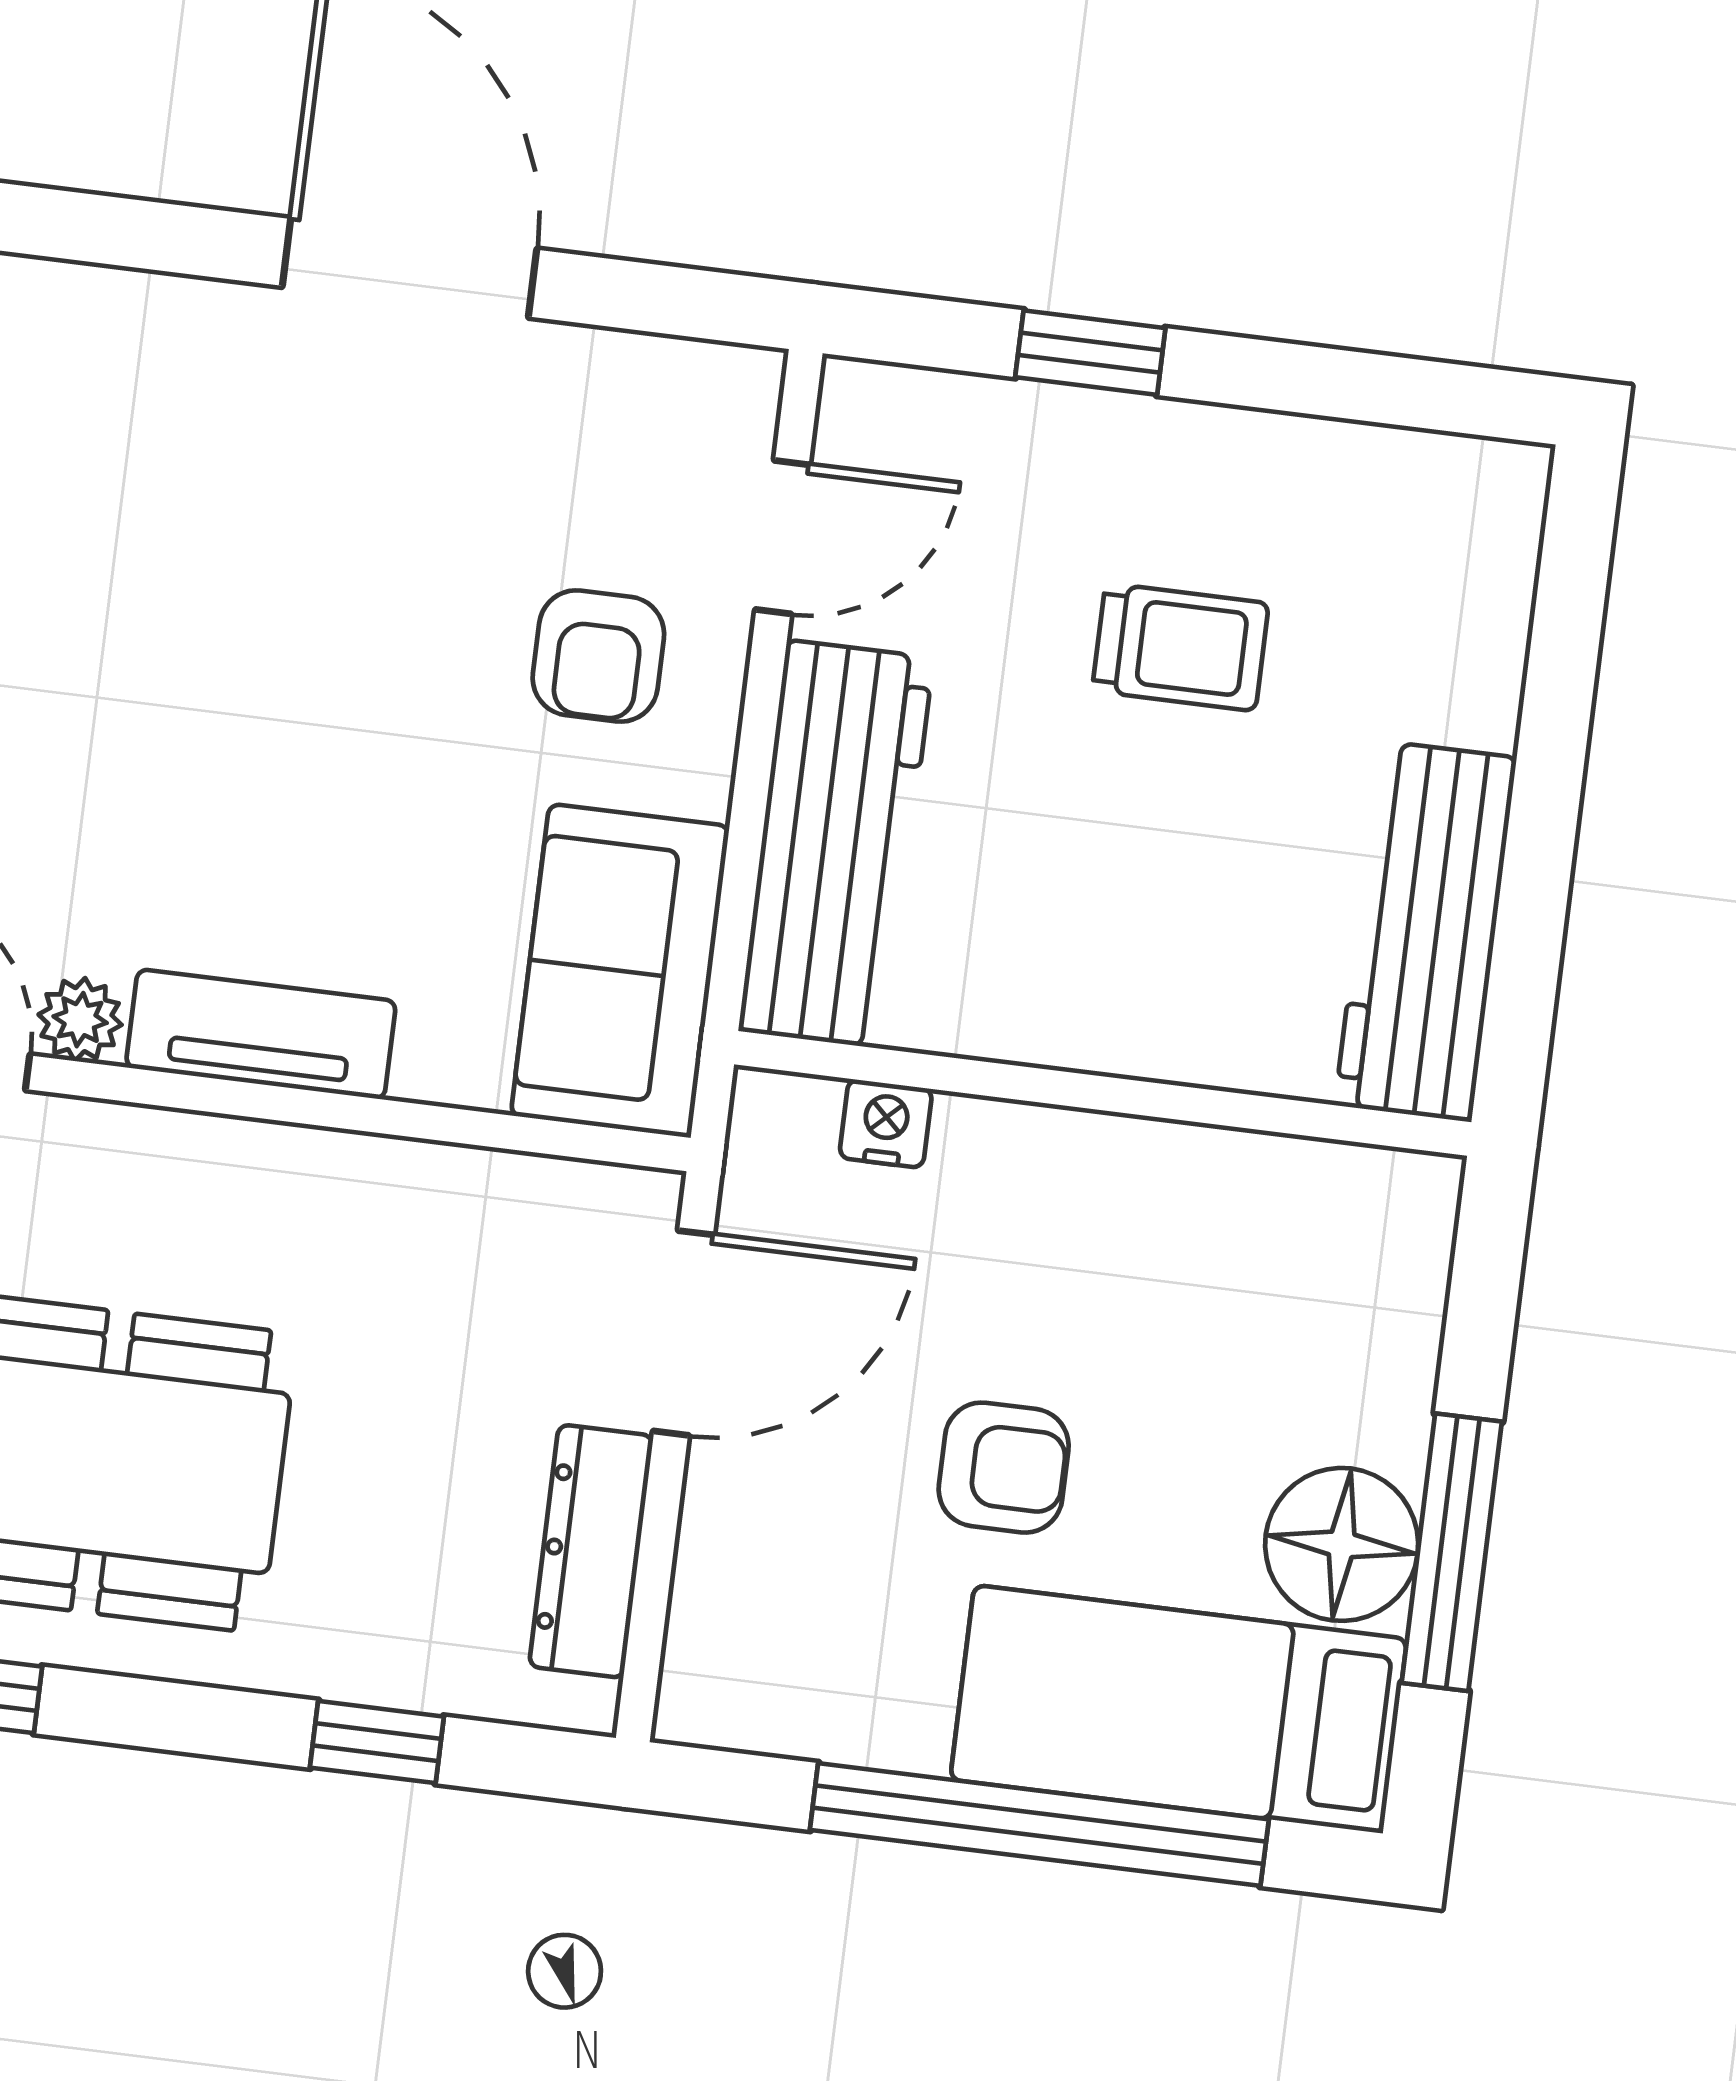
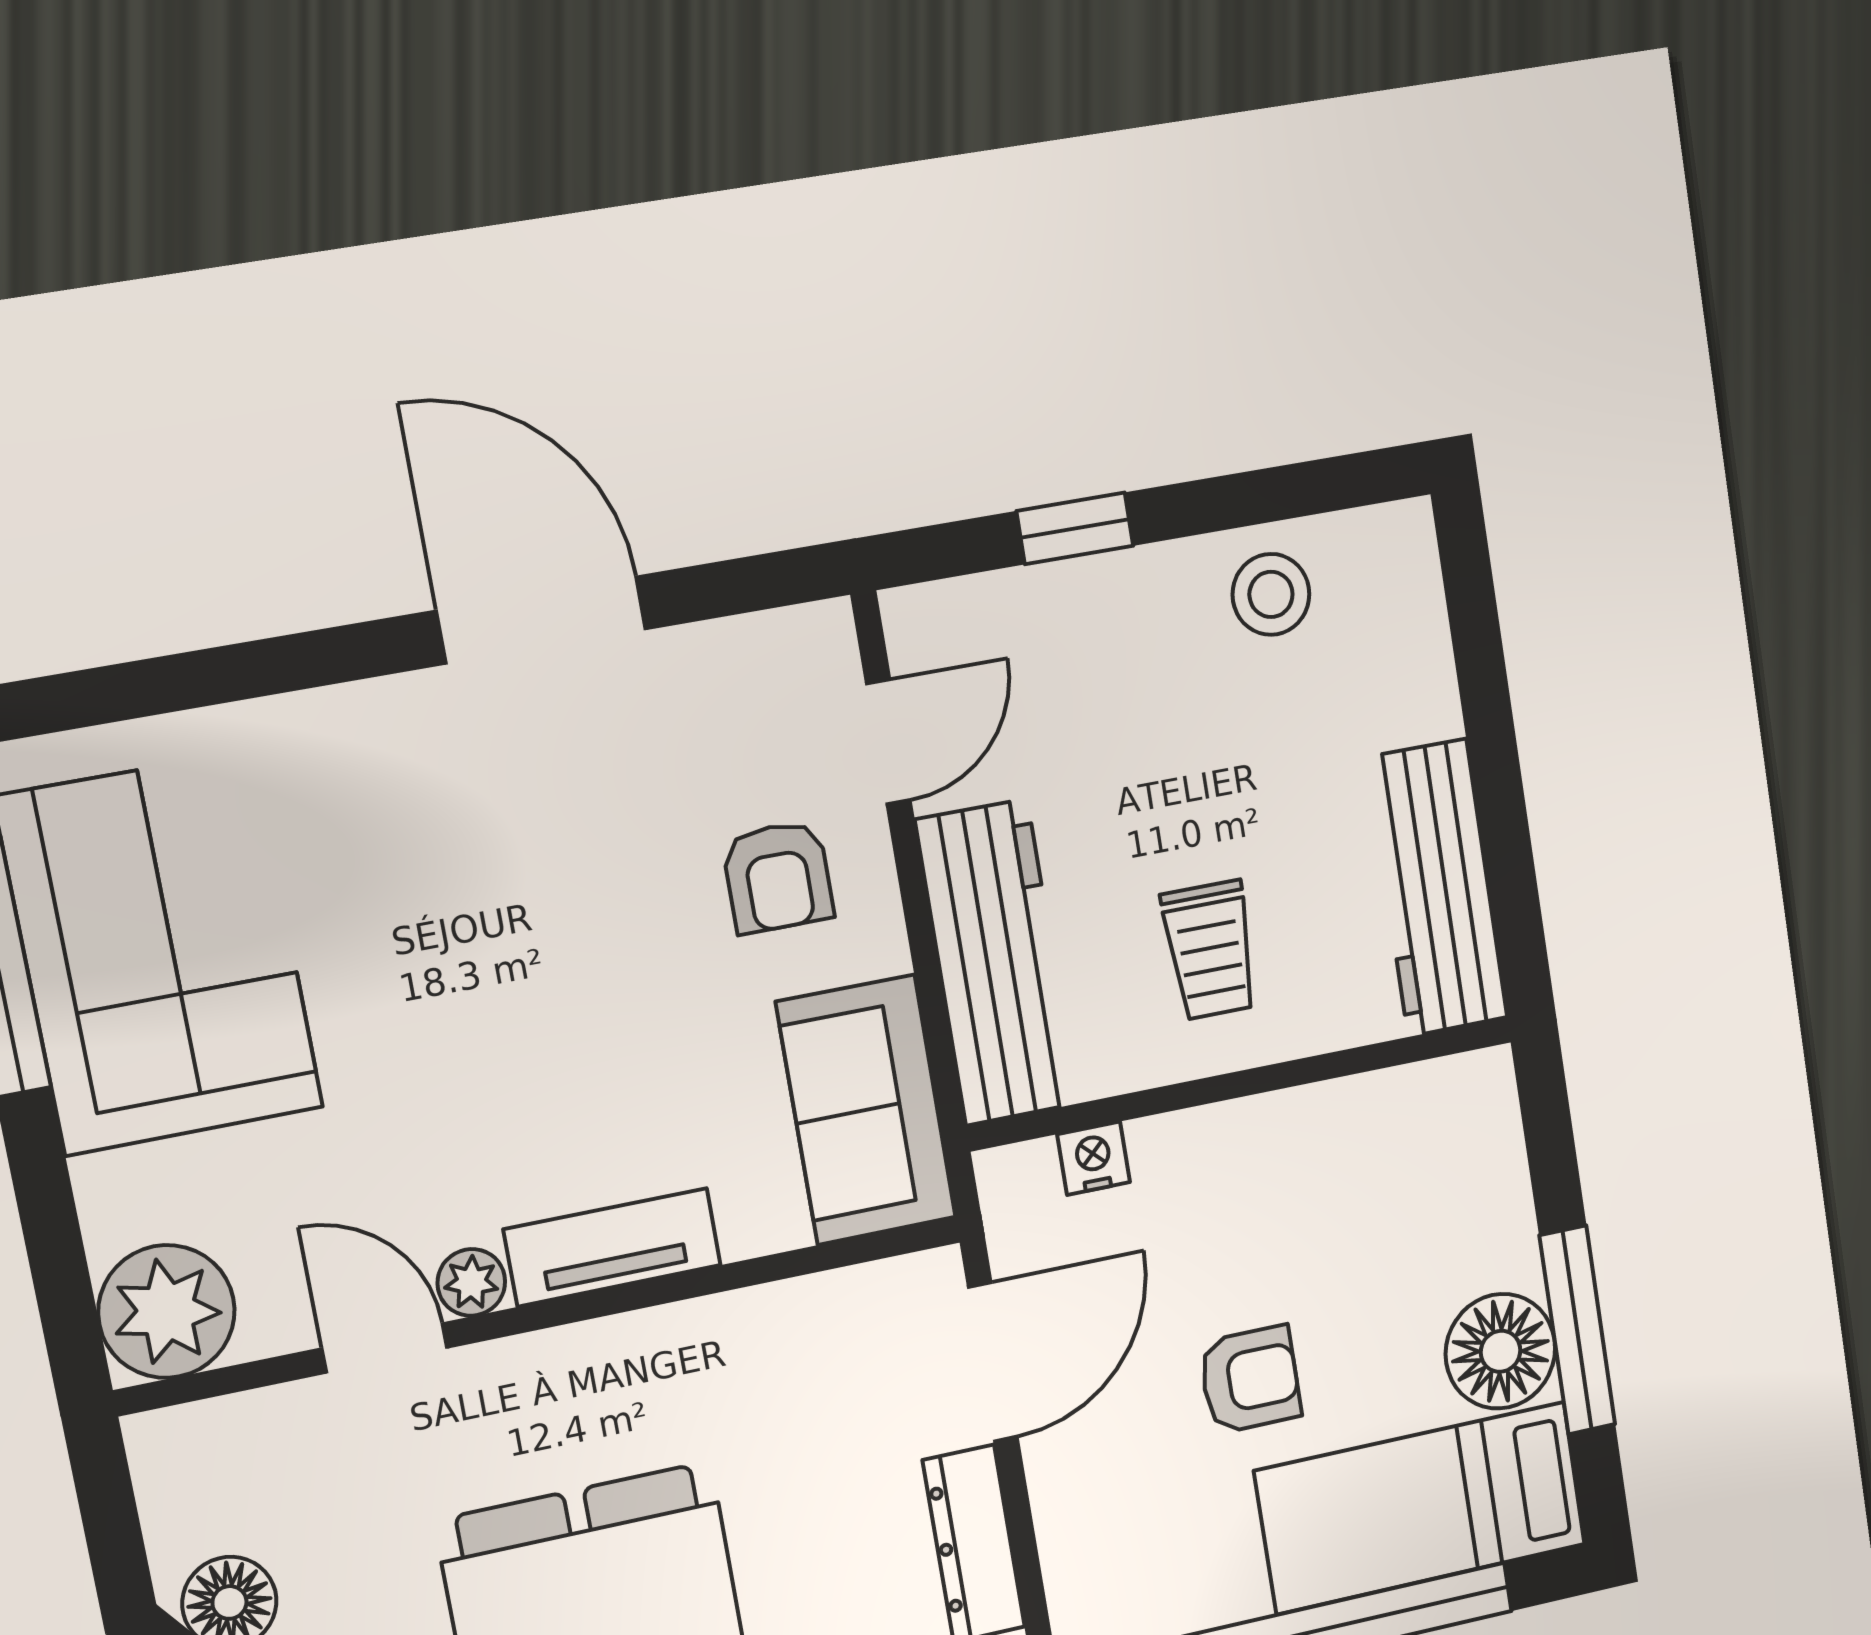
stool: (1315, 505) -> (1271, 594), added
trolley: (1180, 647) -> (1210, 950), moved, turned 90

